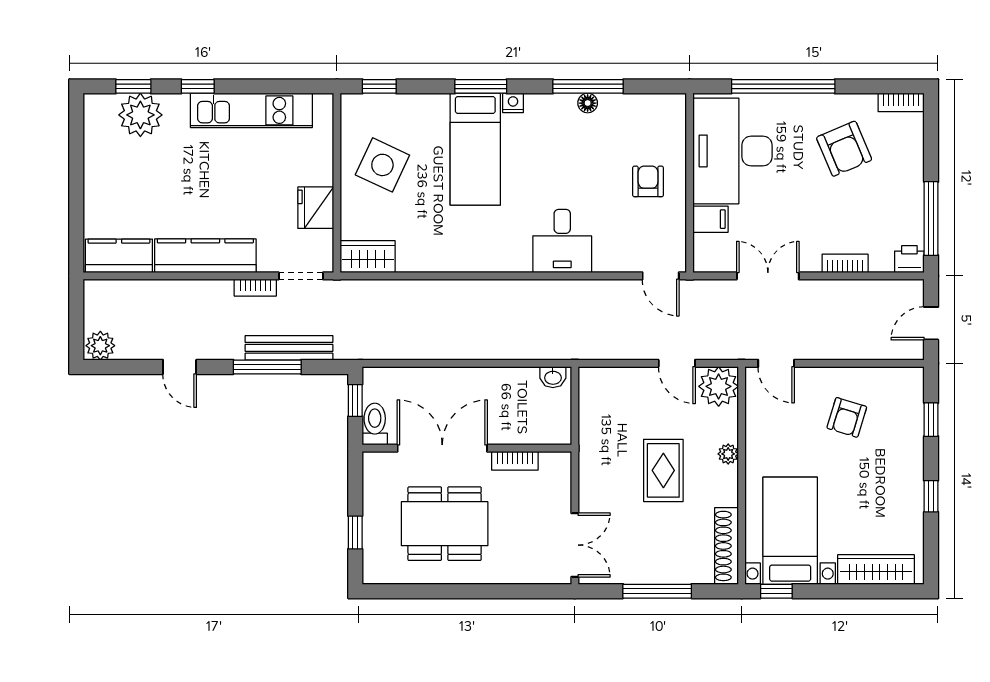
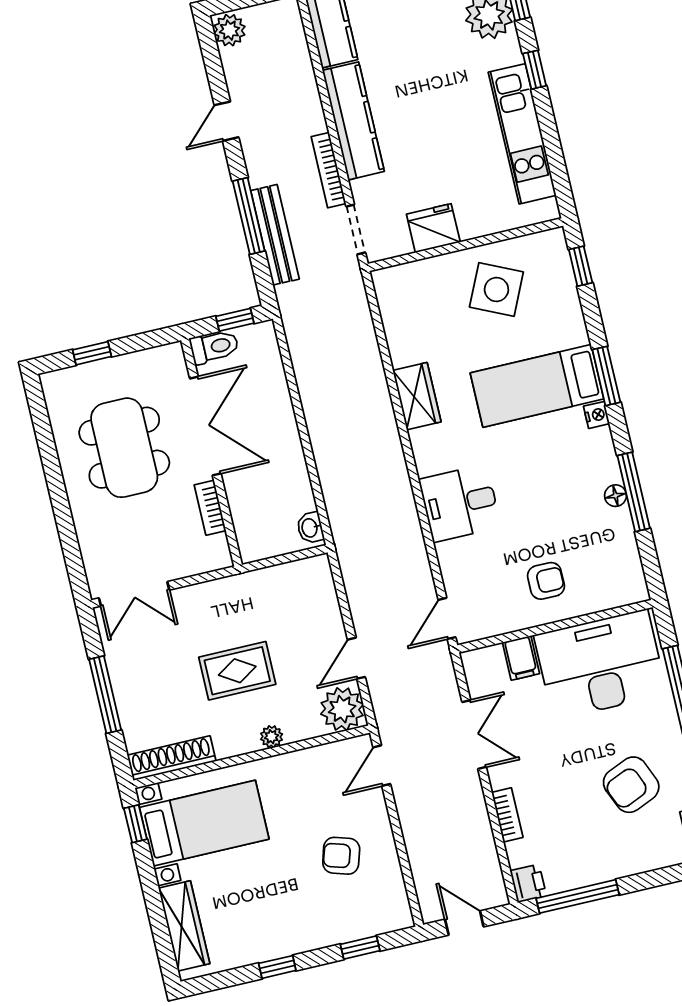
wardrobe: (368, 257) -> (417, 396), moved
bookcase: (255, 288) -> (328, 170), width x1.56

